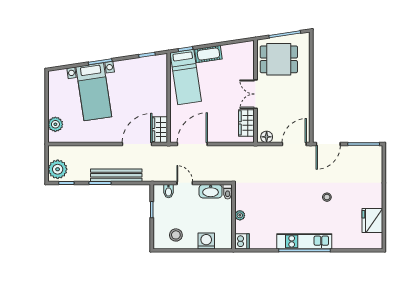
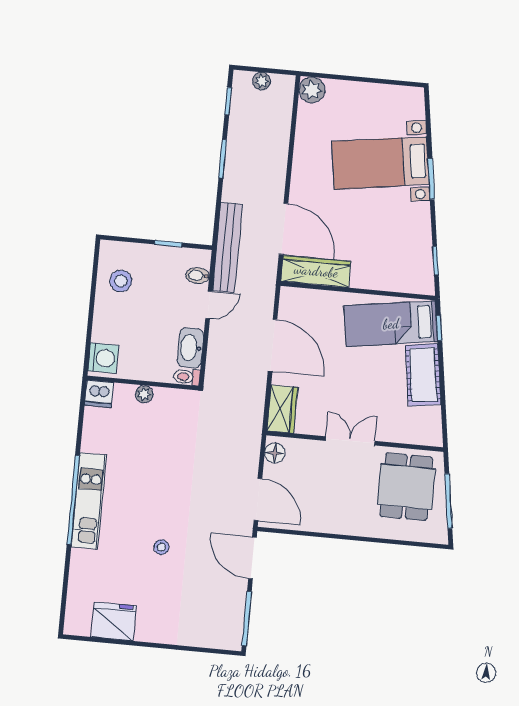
cot: (208, 54) -> (423, 375), width x1.37, depth x1.34
wardrobe: (246, 123) -> (282, 409), moved, turned 90
plant: (55, 124) -> (312, 90), moved
wardrobe: (160, 130) -> (316, 271), width x1.50
door: (192, 144) -> (273, 345), moved
plant: (58, 169) -> (262, 81), width x0.53, depth x0.53
bench: (116, 175) -> (228, 248), moved
washing machine: (206, 241) -> (103, 358), moved

